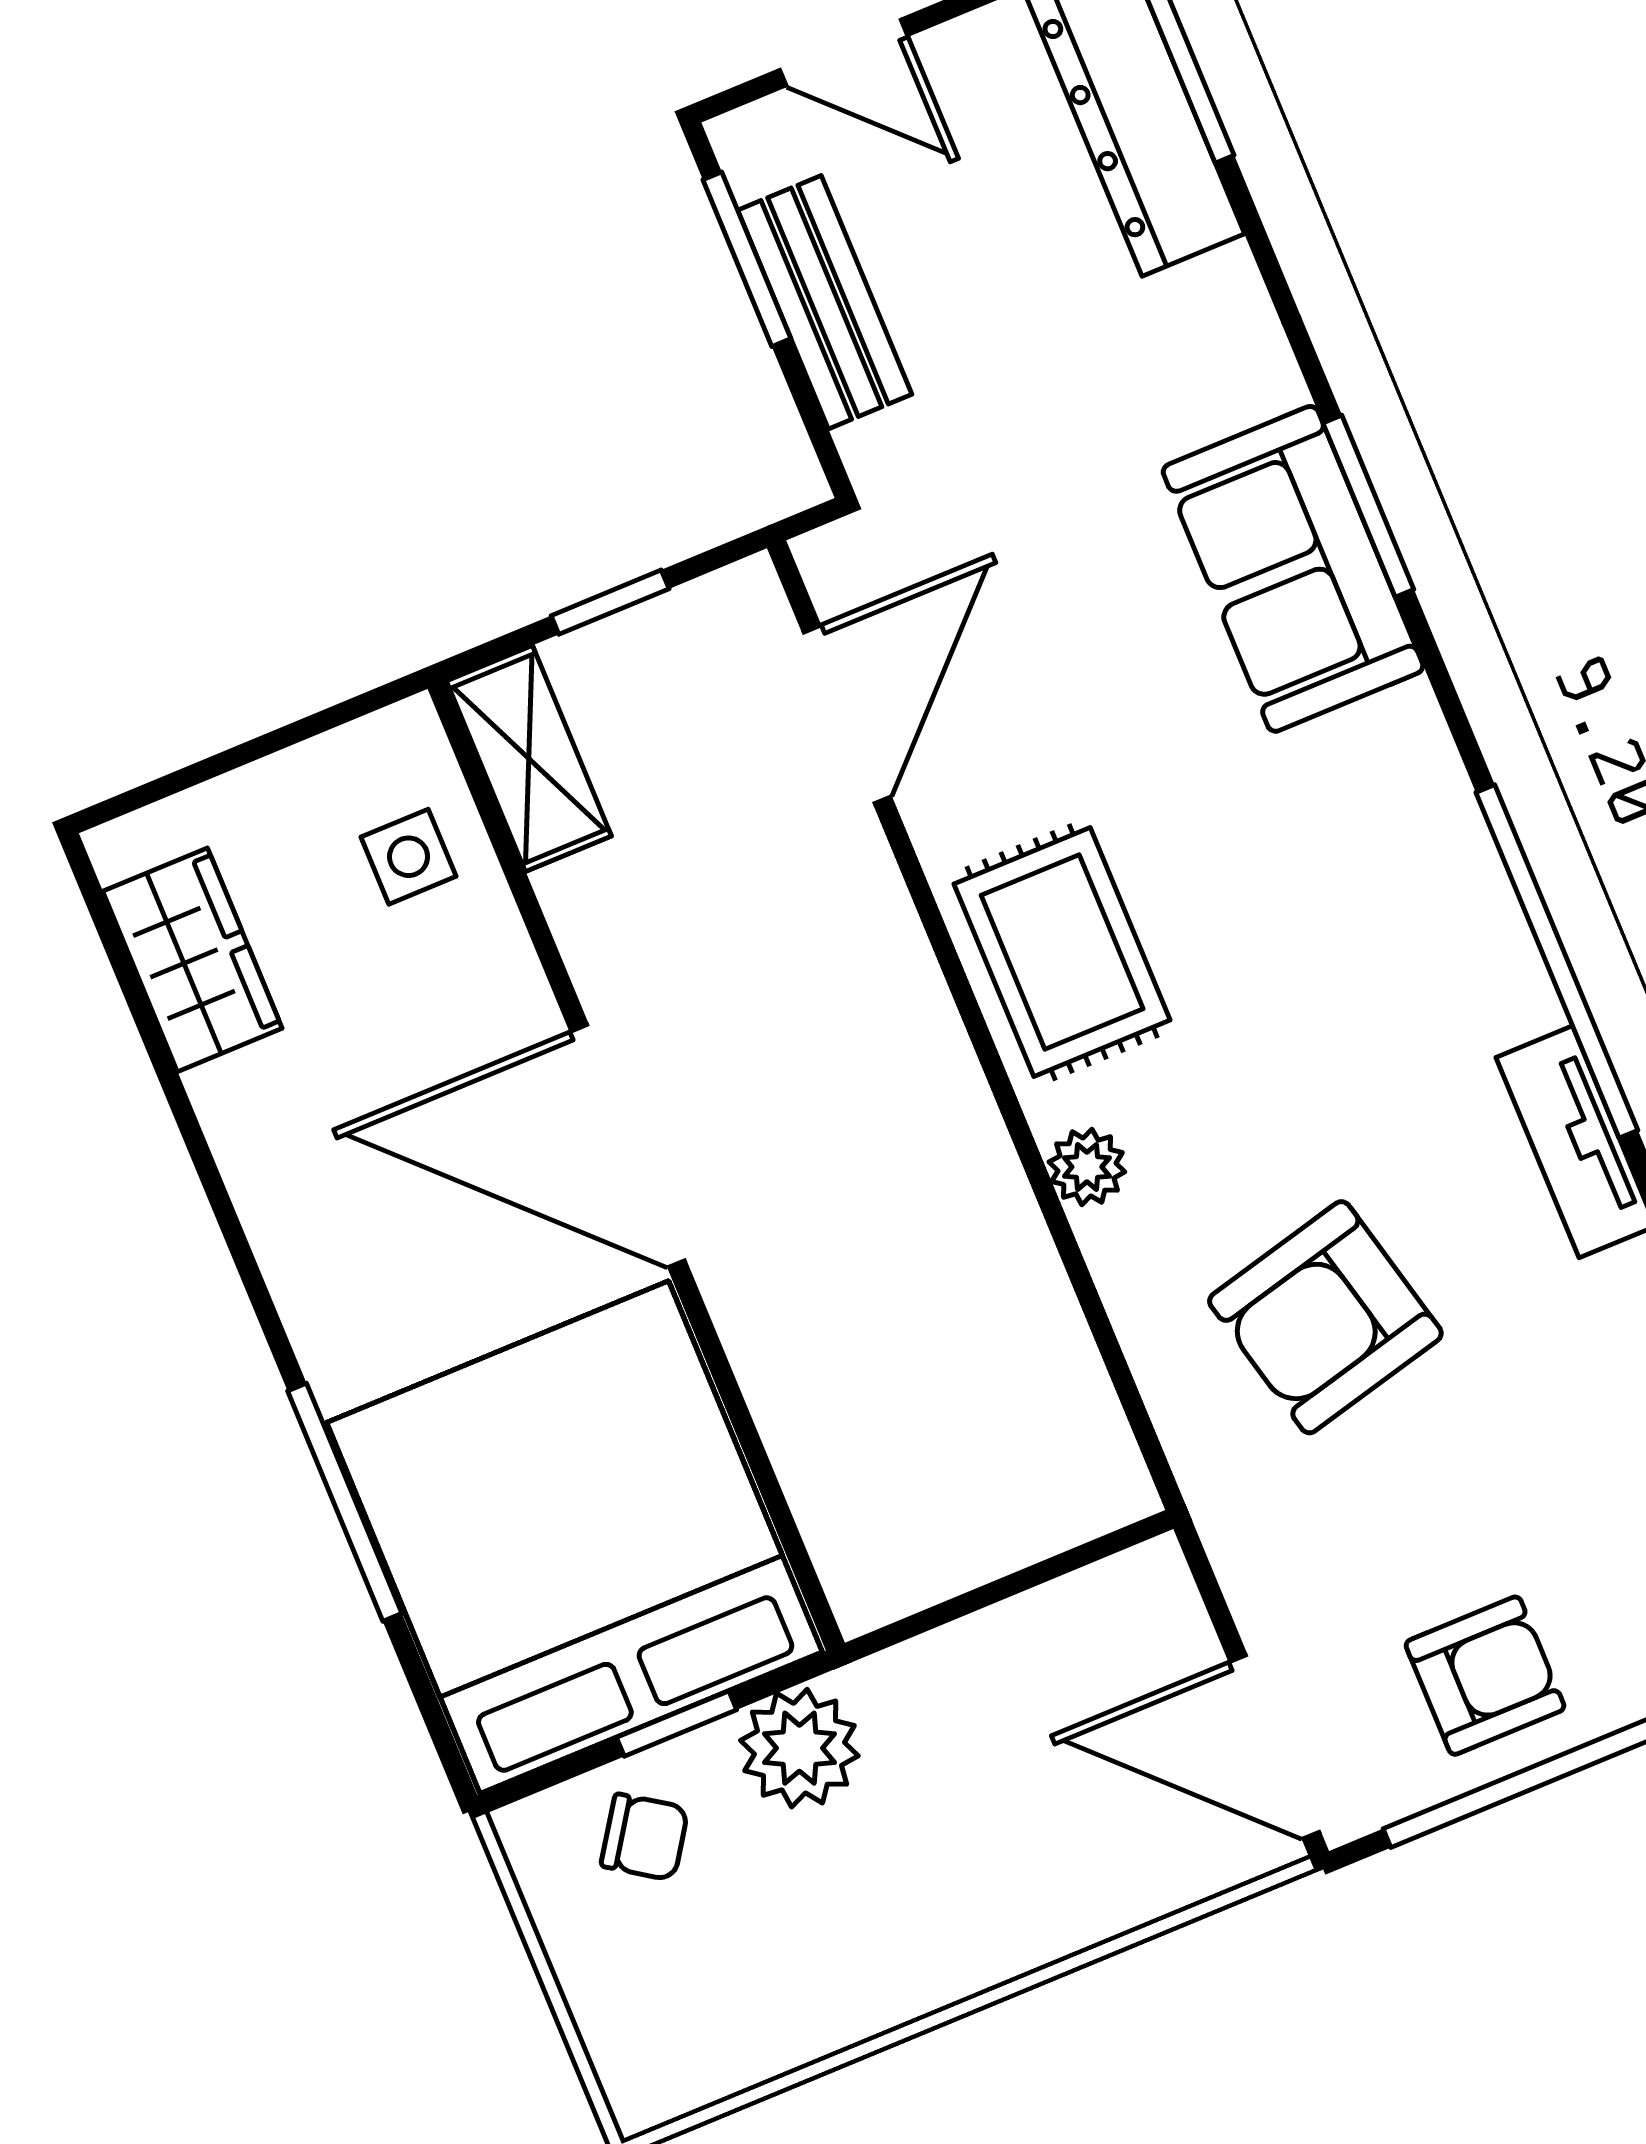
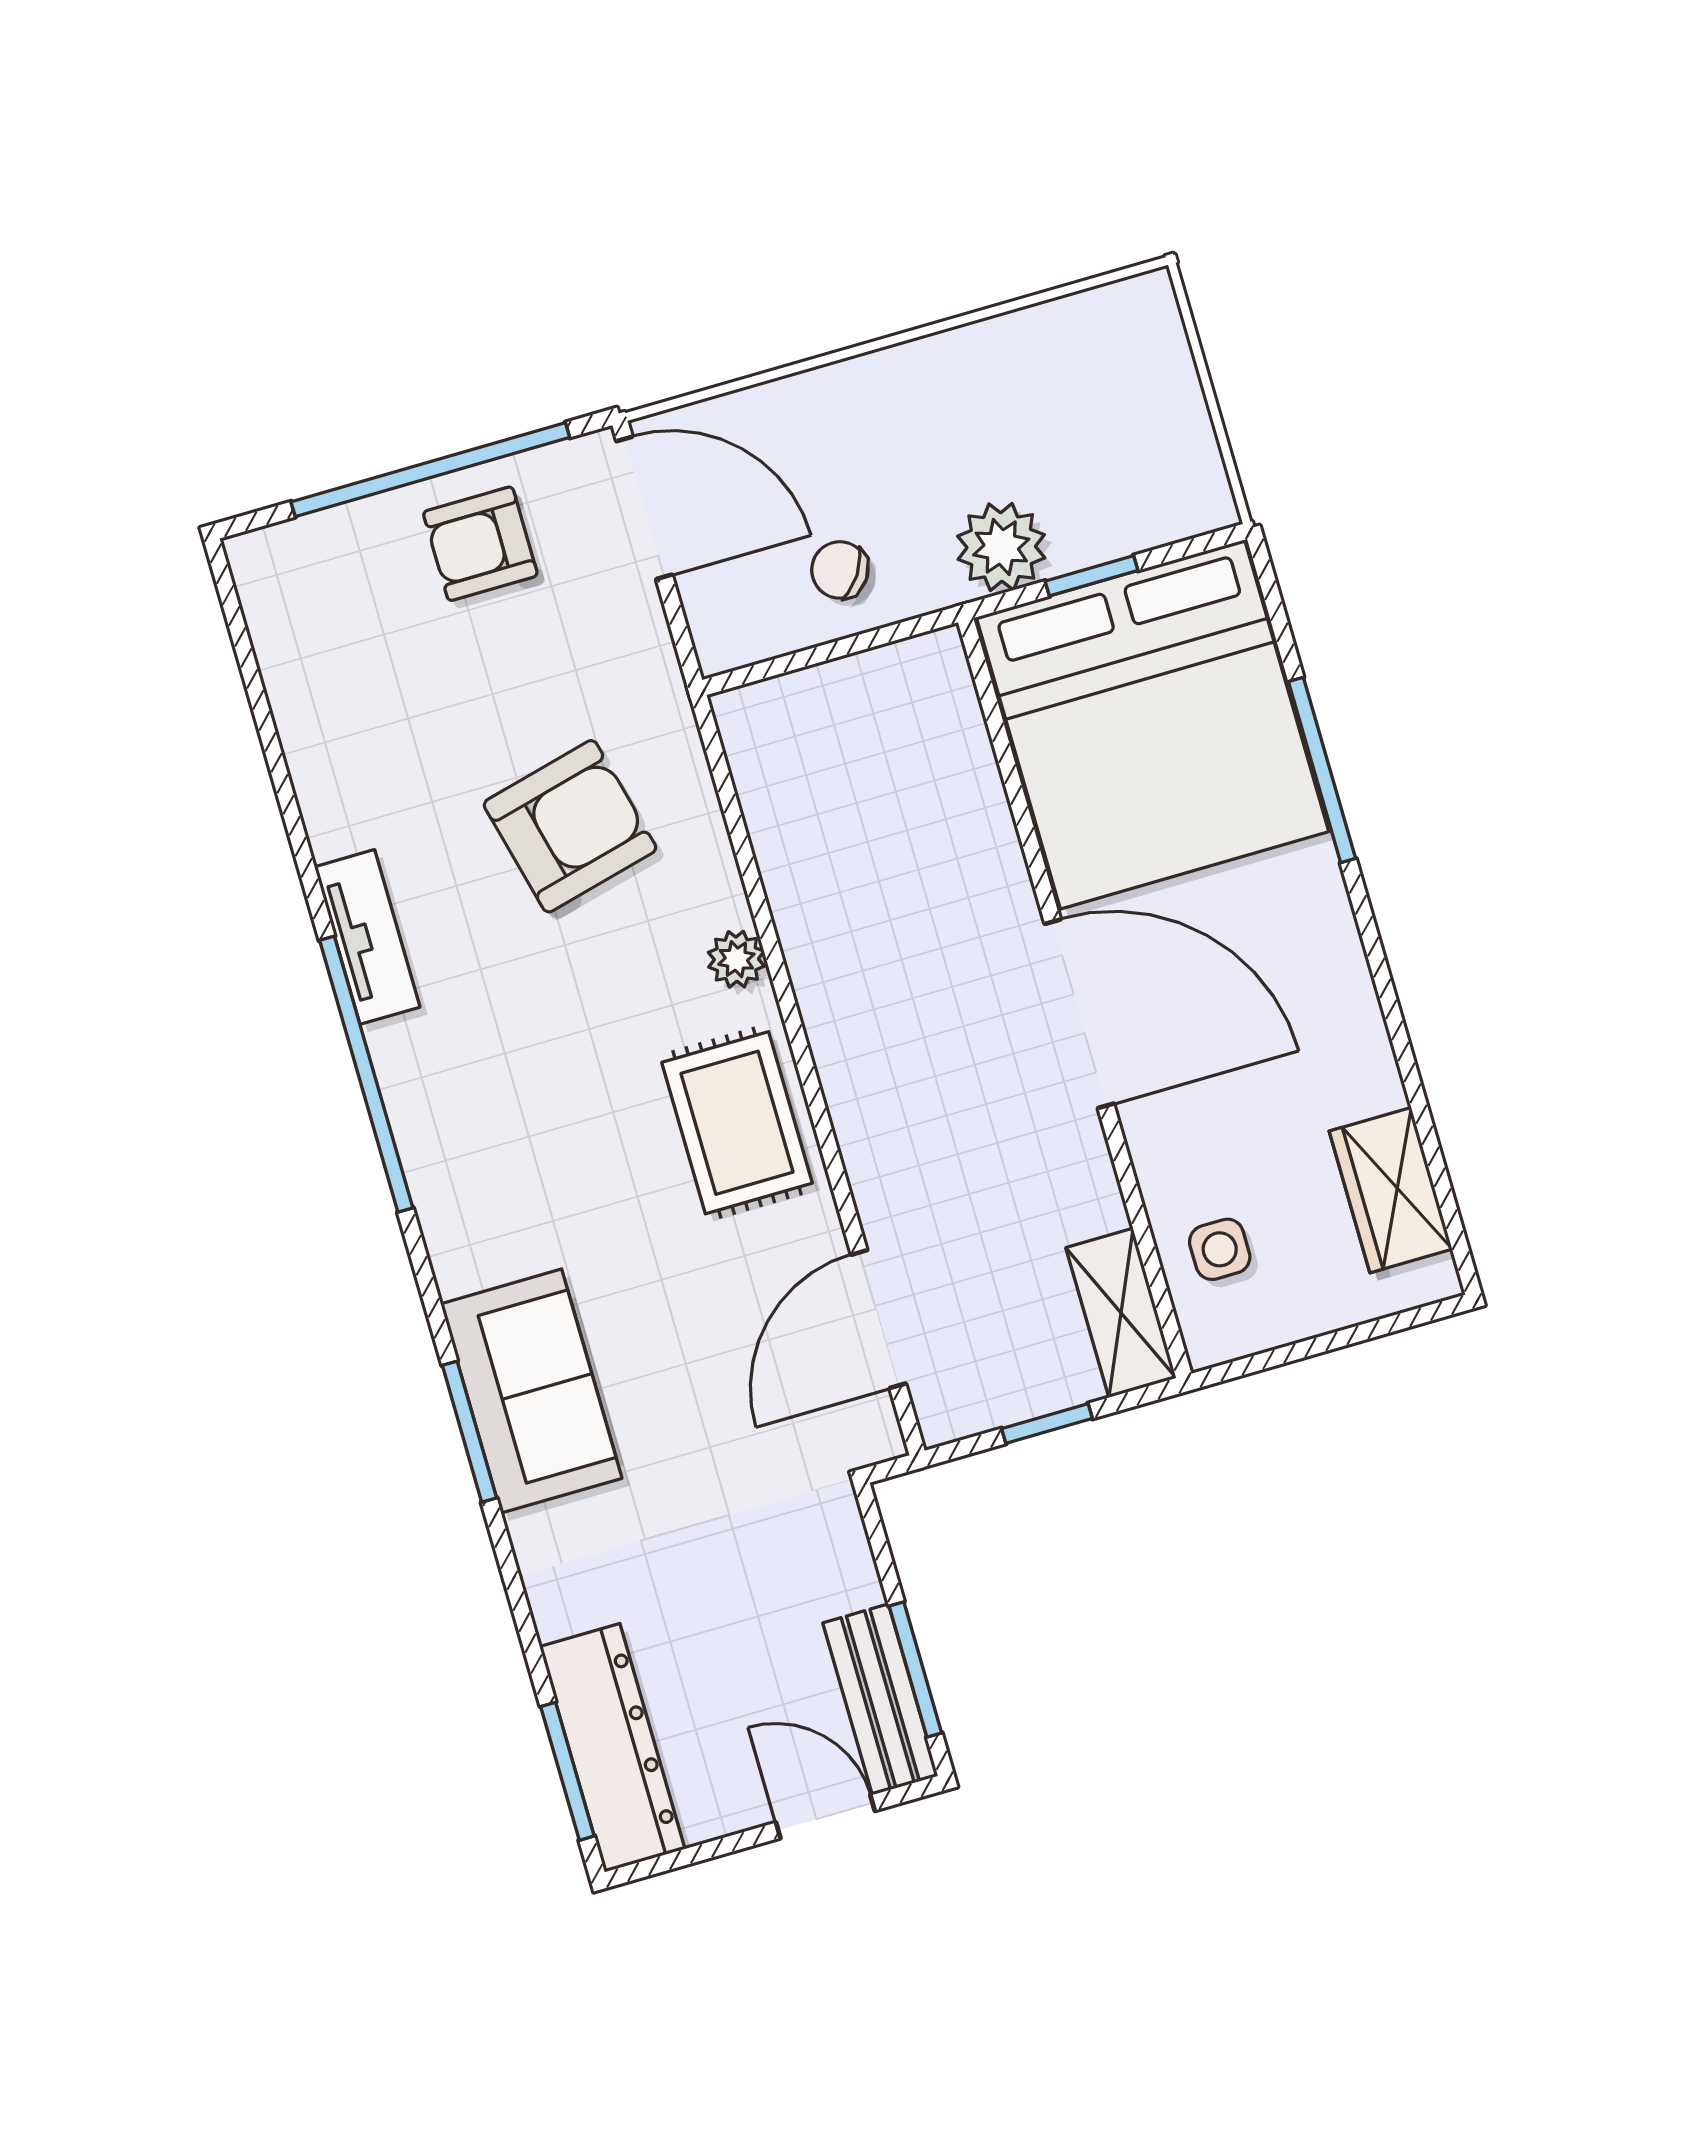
bench: (825, 302) -> (880, 1699), moved
chair: (645, 1837) -> (840, 570), moved

